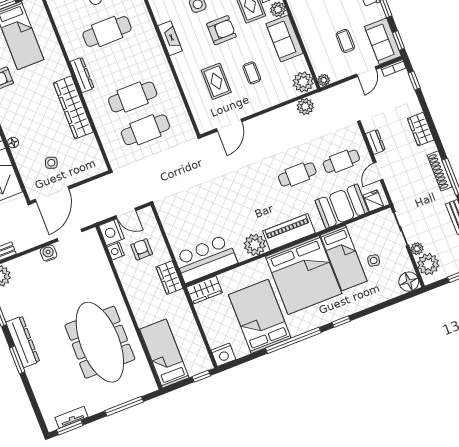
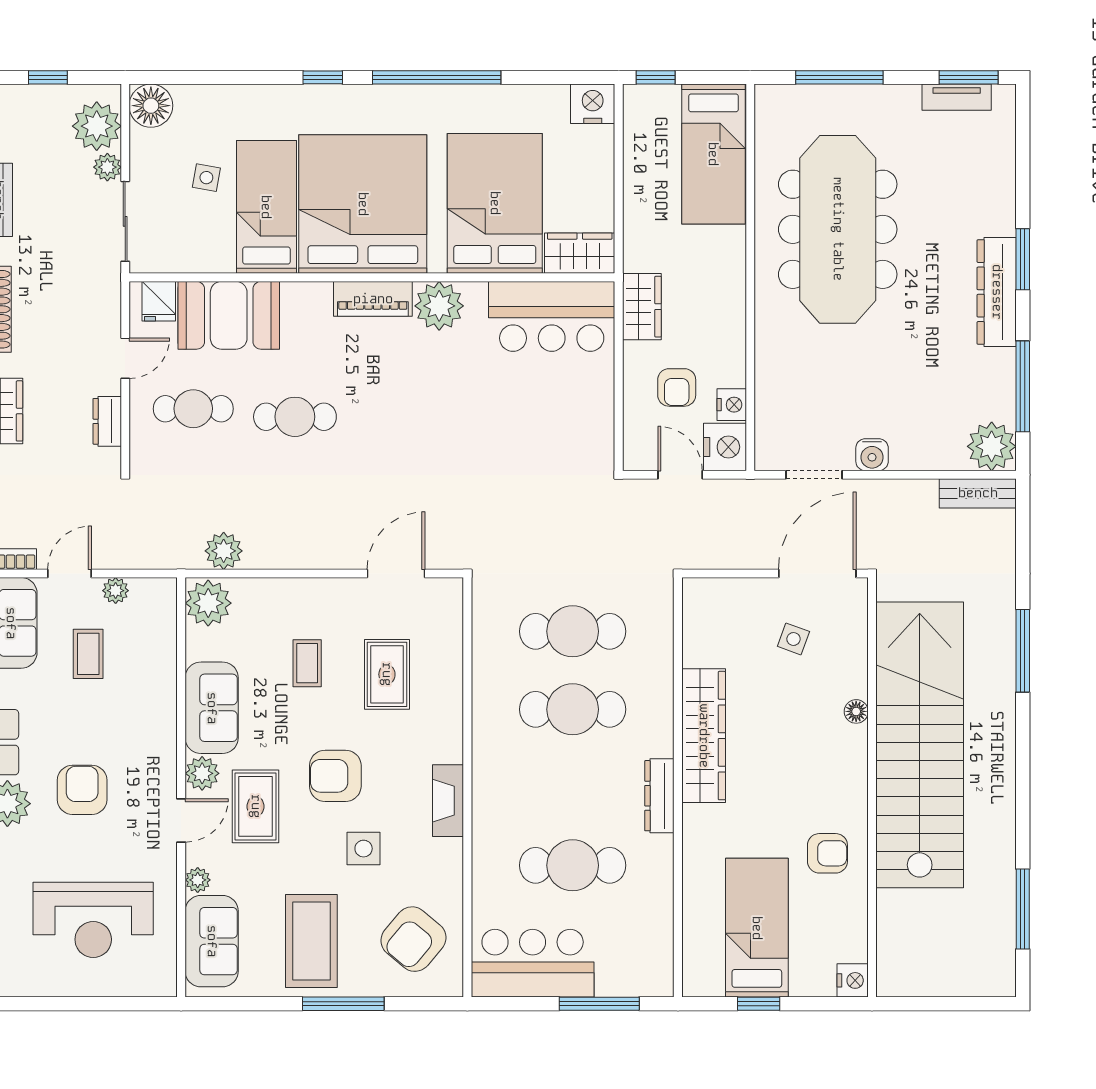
plant: (324, 80) -> (116, 591), moved
piano: (289, 232) -> (373, 299), width x0.73, depth x0.75
bed: (260, 316) -> (495, 203), moved, turned 180

